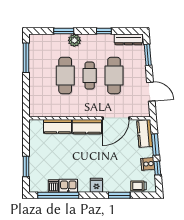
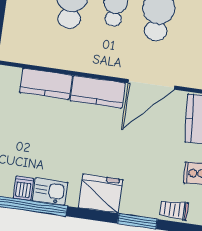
fridge: (96, 185) -> (100, 194), width x1.88, depth x1.34

